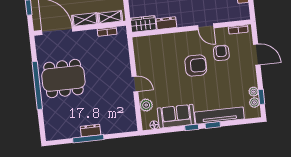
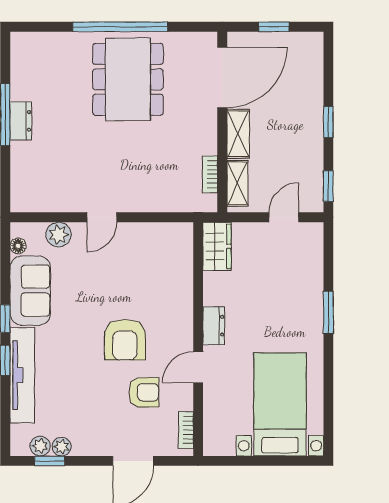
dresser: (166, 23) -> (214, 326), moved

